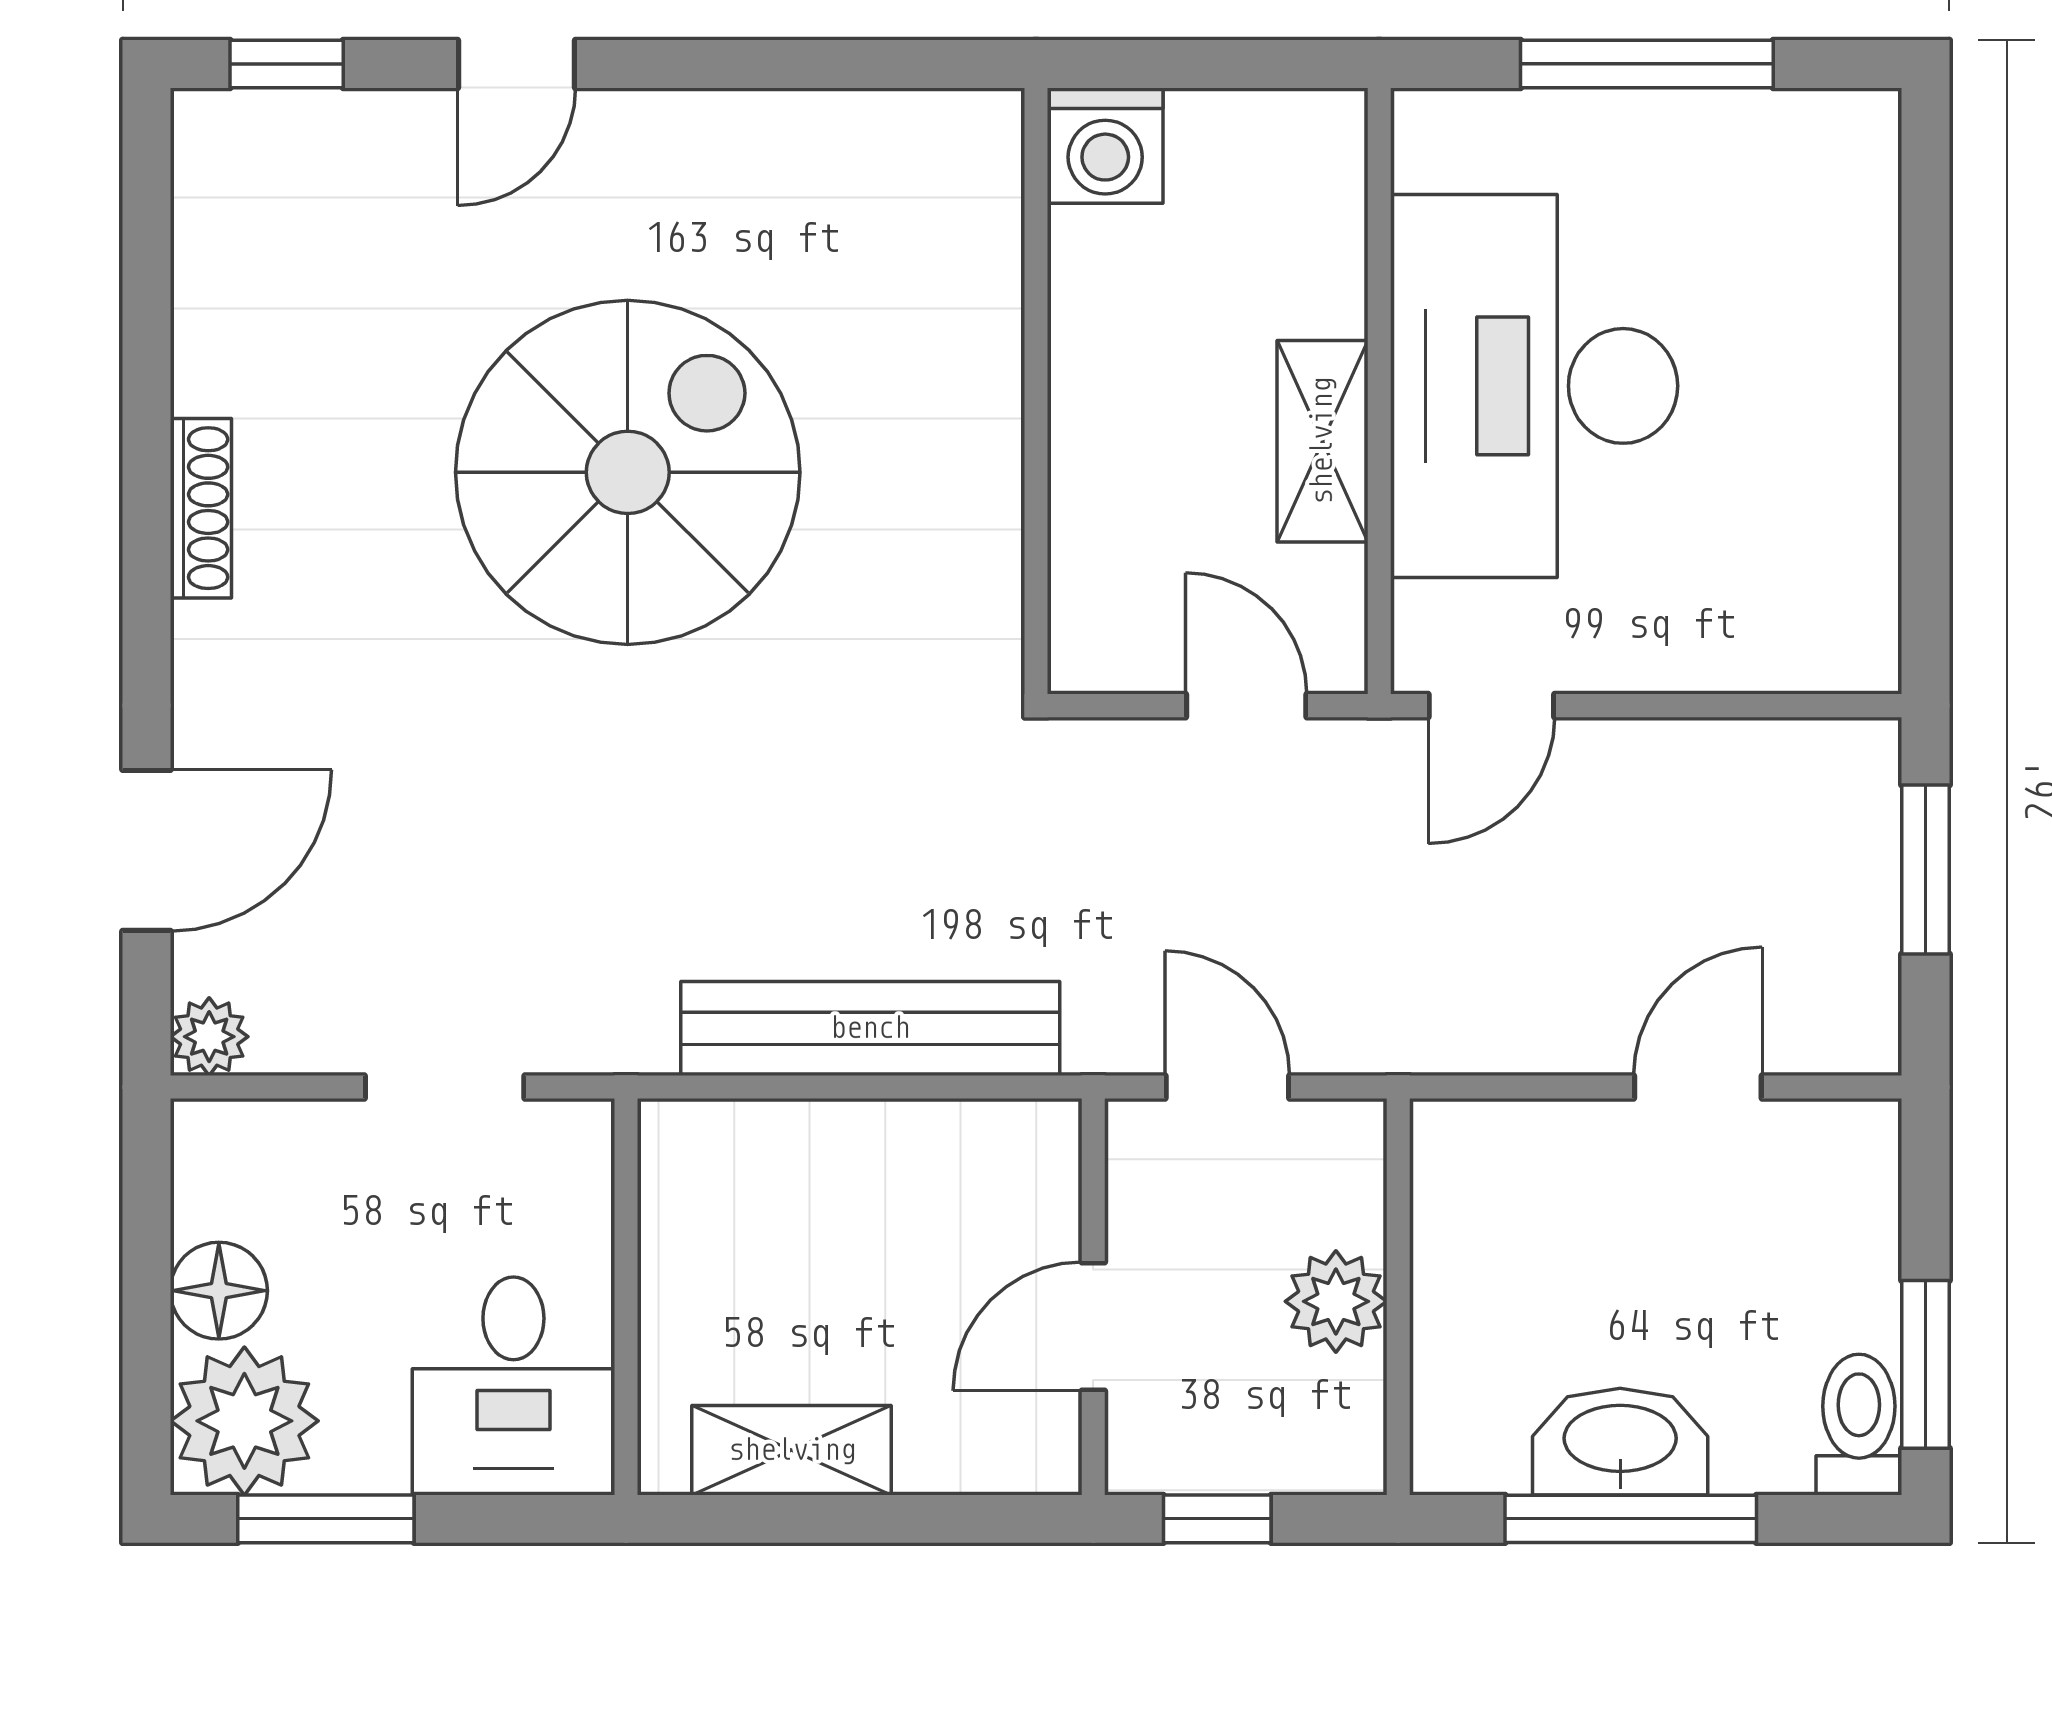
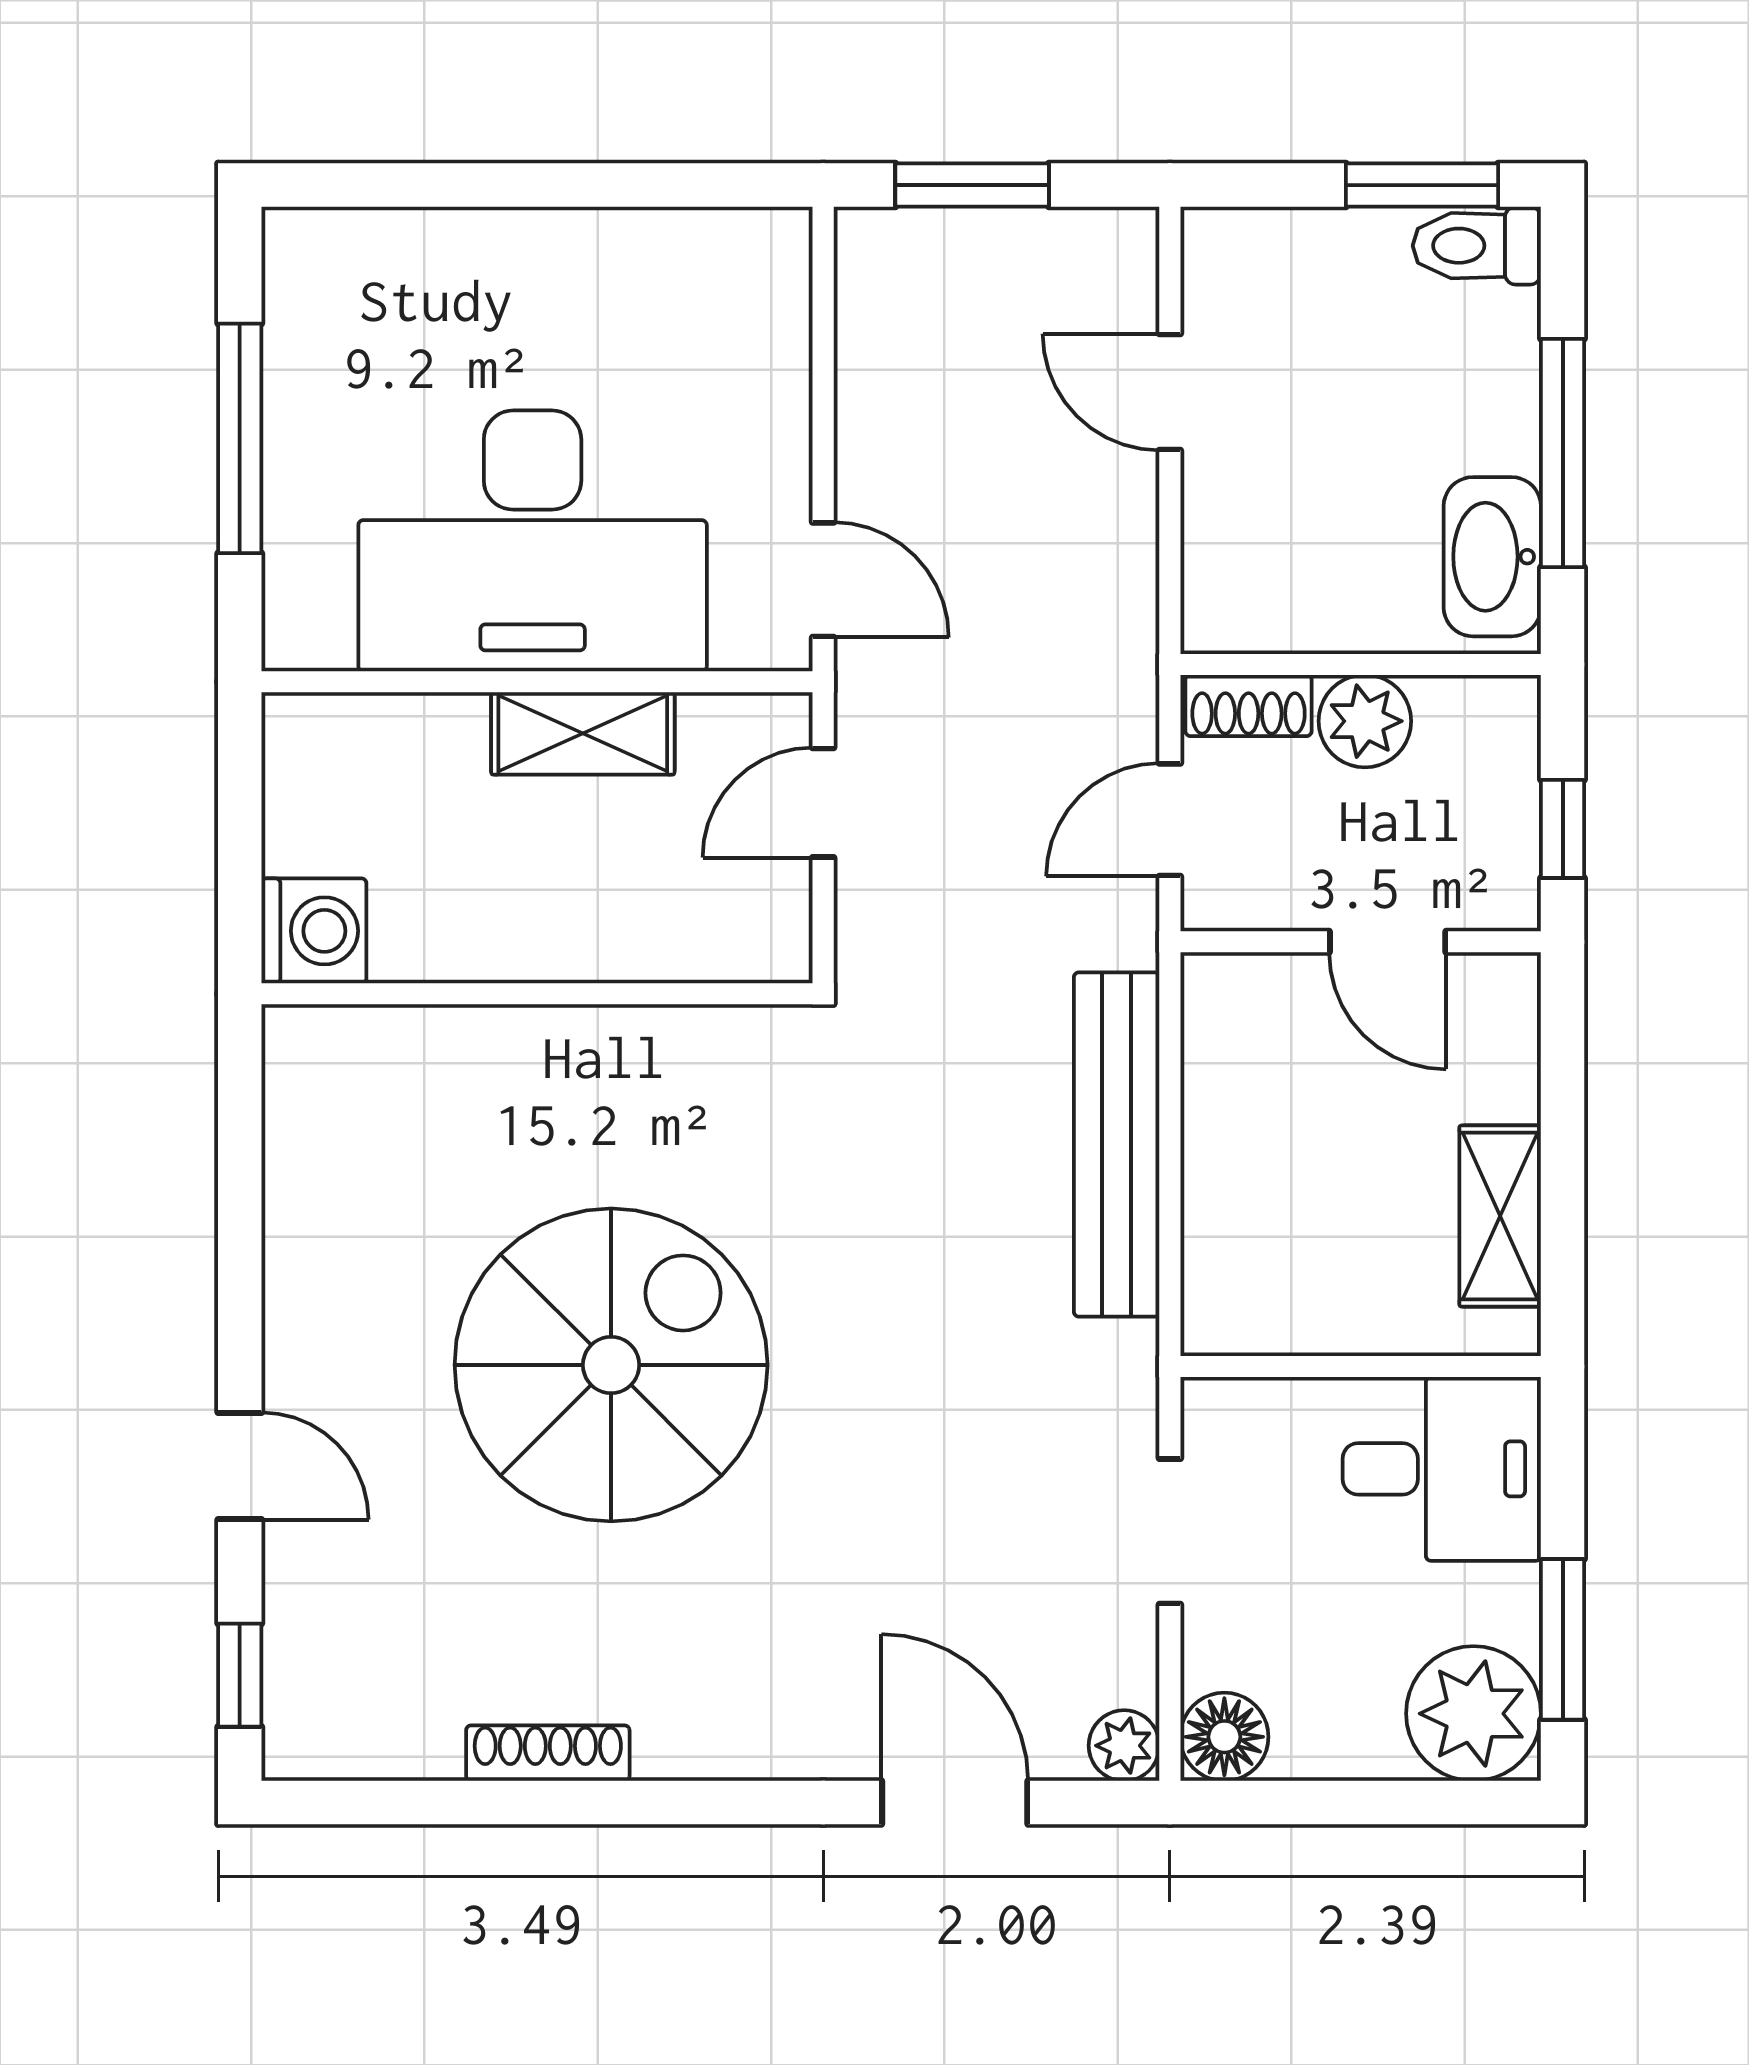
spiral stairs: (628, 472) -> (611, 1365), turned 90
shoe rack: (201, 508) -> (548, 1753), moved
shoe rack: (1353, 1173) -> (1249, 705), added
floor lamp: (219, 1291) -> (1224, 1737), moved
washbasin: (1620, 1442) -> (1492, 557), moved

